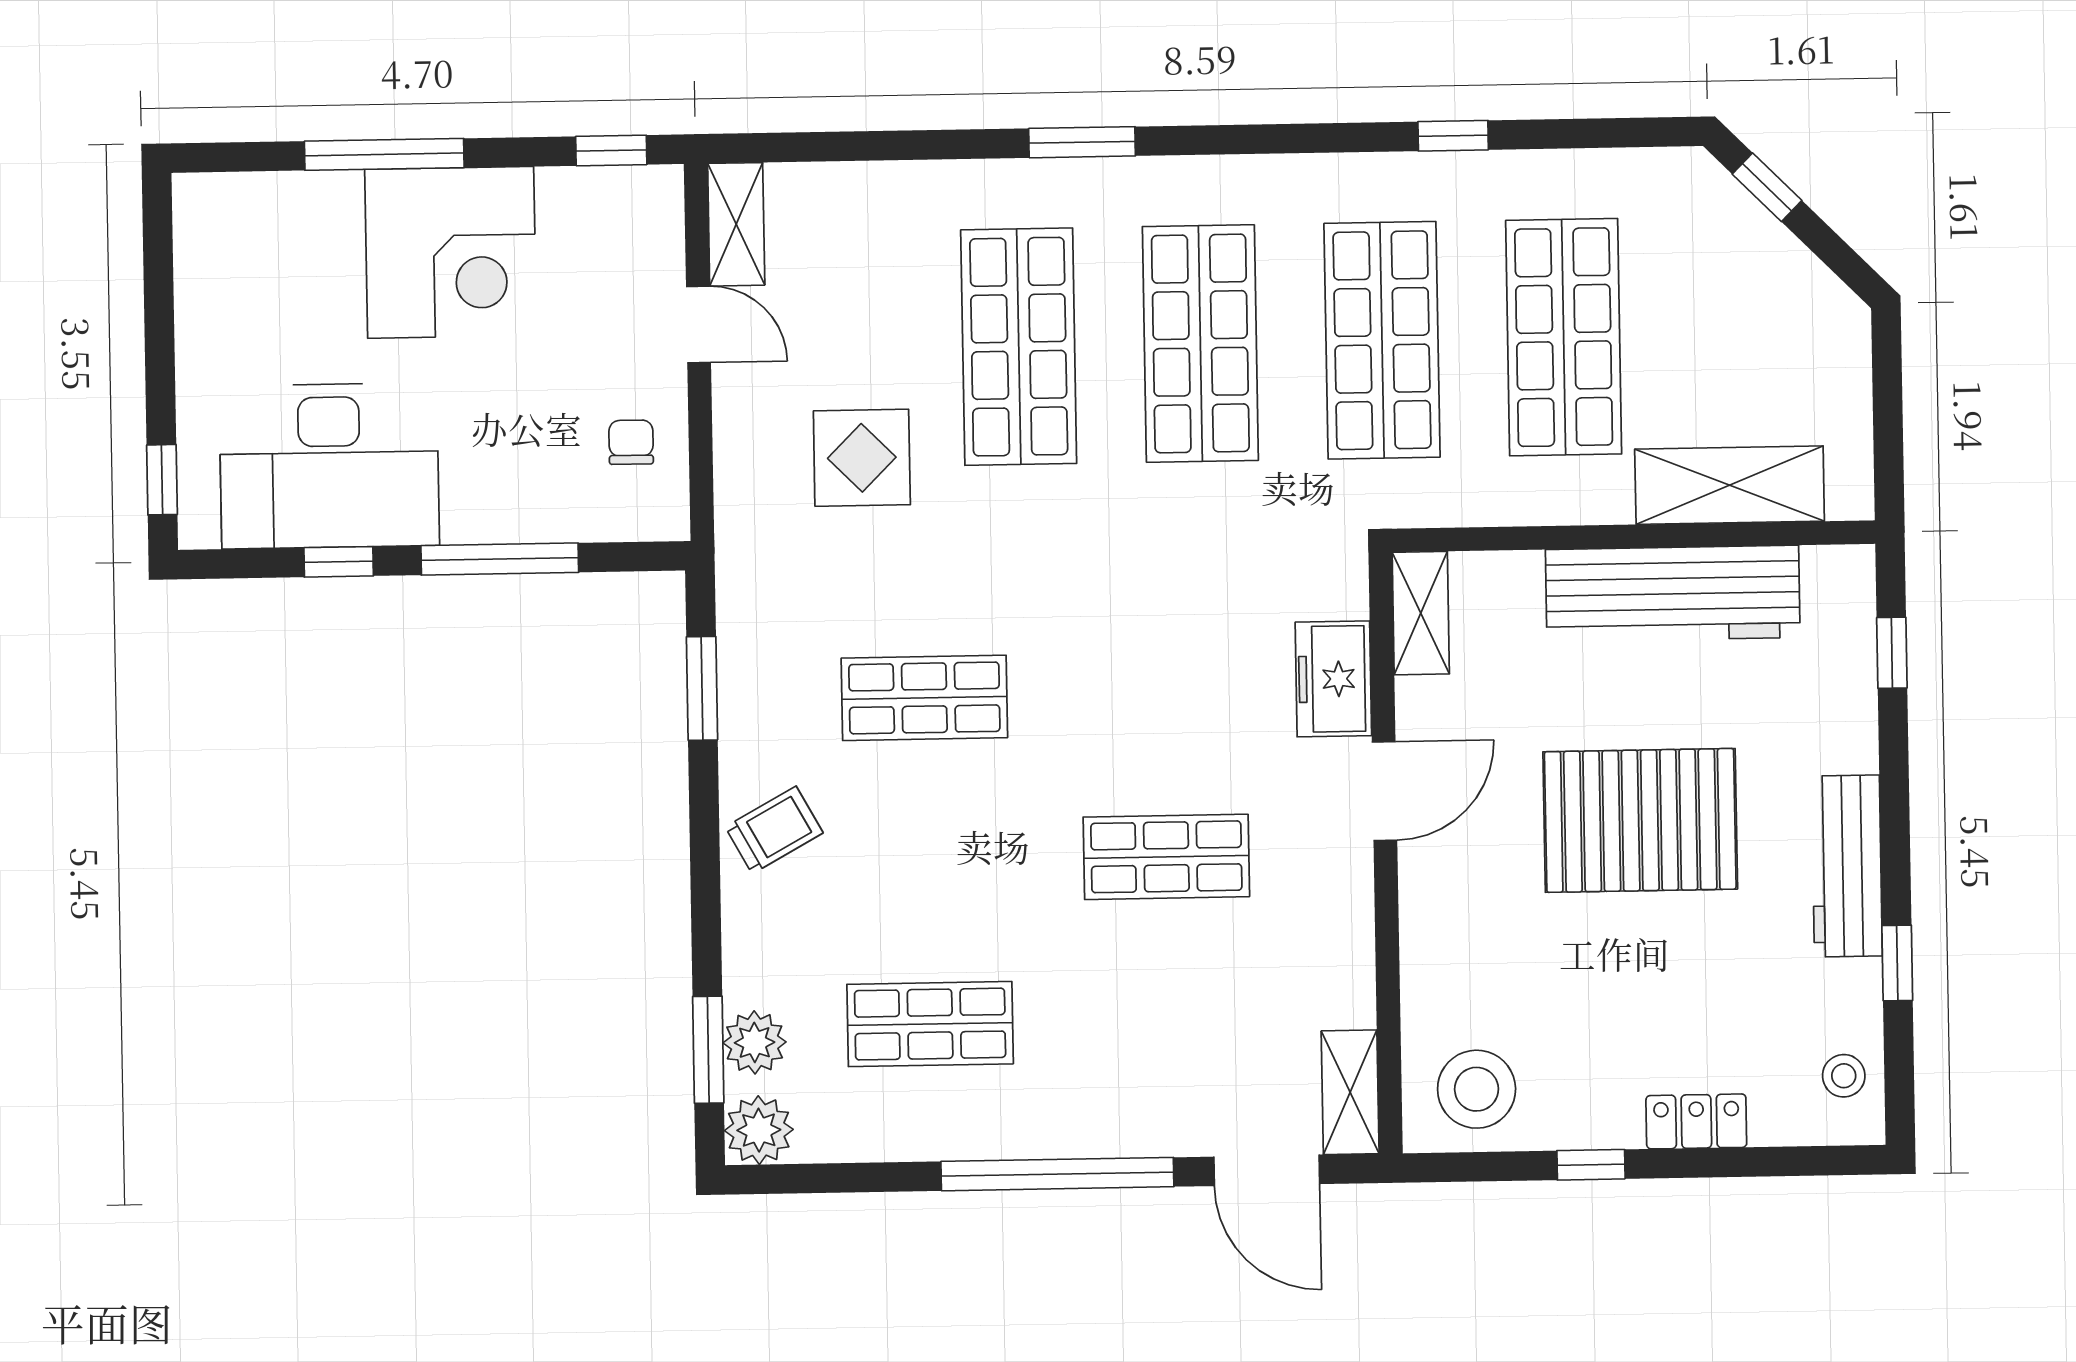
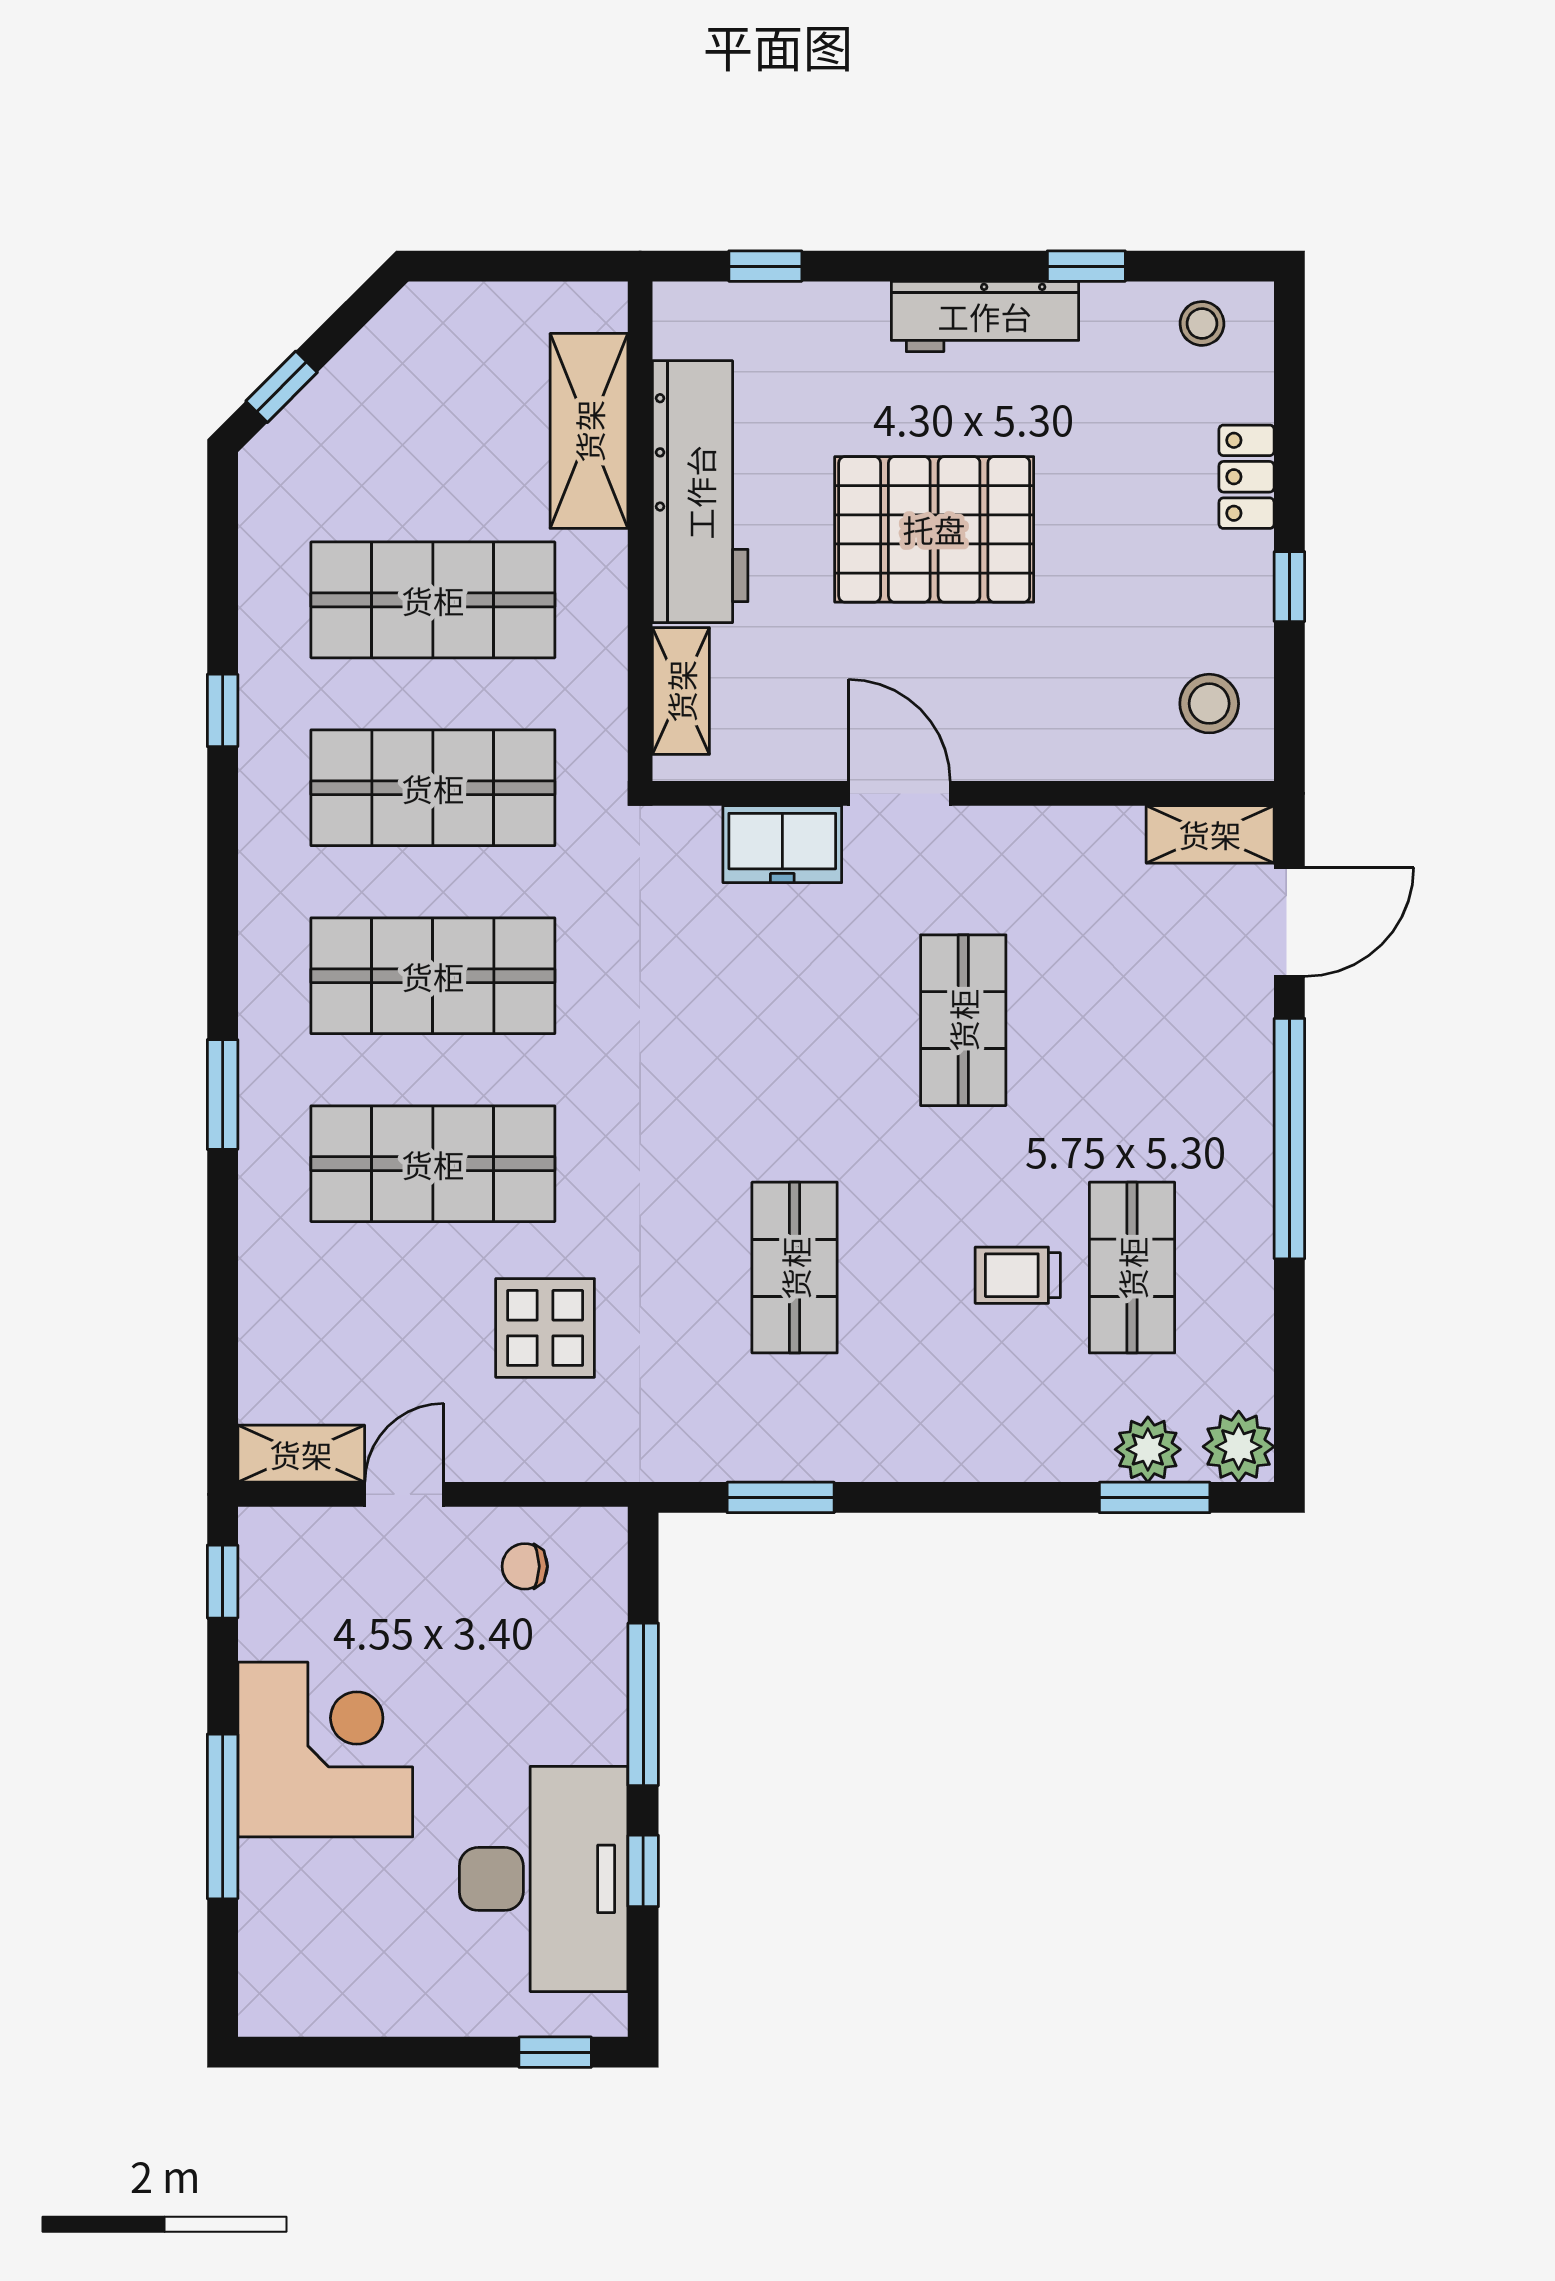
shelving: (1421, 613) -> (681, 691), moved, turned 90
pallet: (1640, 820) -> (934, 529), turned 90
trolley: (774, 830) -> (1018, 1275), moved, turned -61
stool: (1477, 1089) -> (1209, 704), width x0.73, depth x0.73

